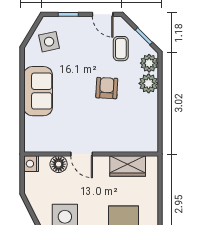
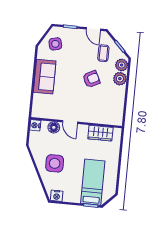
armchair: (107, 88) -> (91, 79), turned 60

